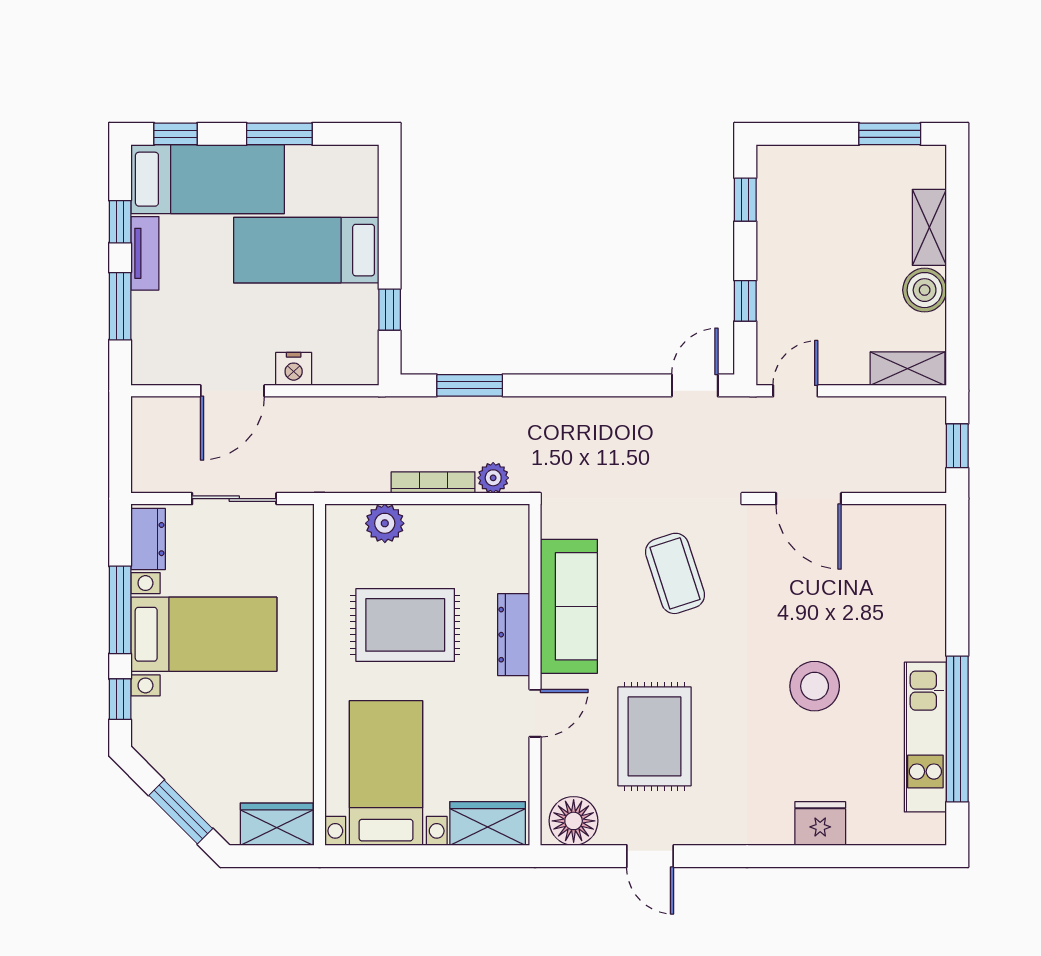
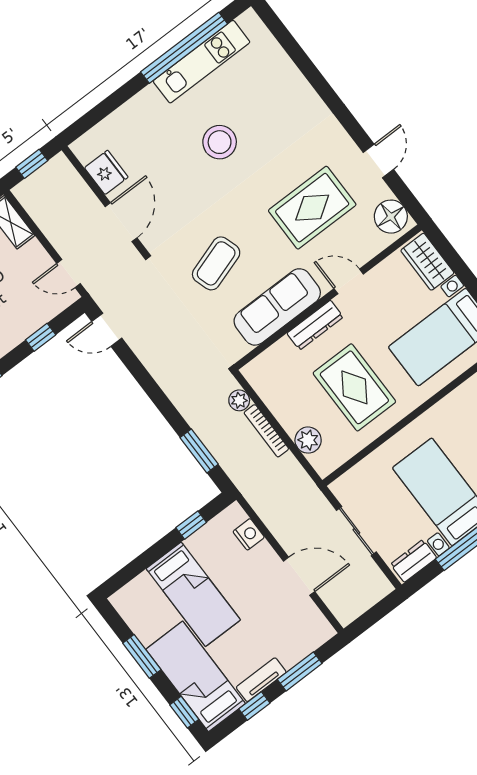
nightstand: (294, 369) -> (249, 534), moved
fridge: (820, 824) -> (106, 172), moved, turned 180

